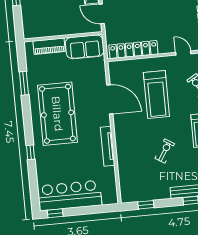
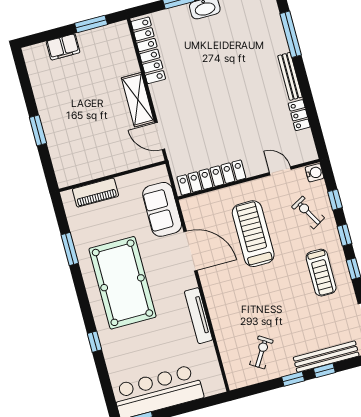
sofa: (85, 47) -> (162, 209), moved, turned 90
treadmill: (156, 95) -> (253, 234), turned 180
exercise bike: (165, 151) -> (261, 352), moved
window: (146, 205) -> (293, 379), moved

